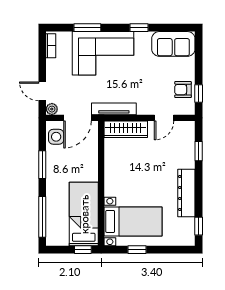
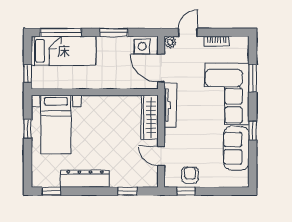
sofa: (173, 44) -> (236, 148), moved
bookcase: (51, 46) -> (216, 41), moved
bed: (84, 214) -> (64, 51), moved

